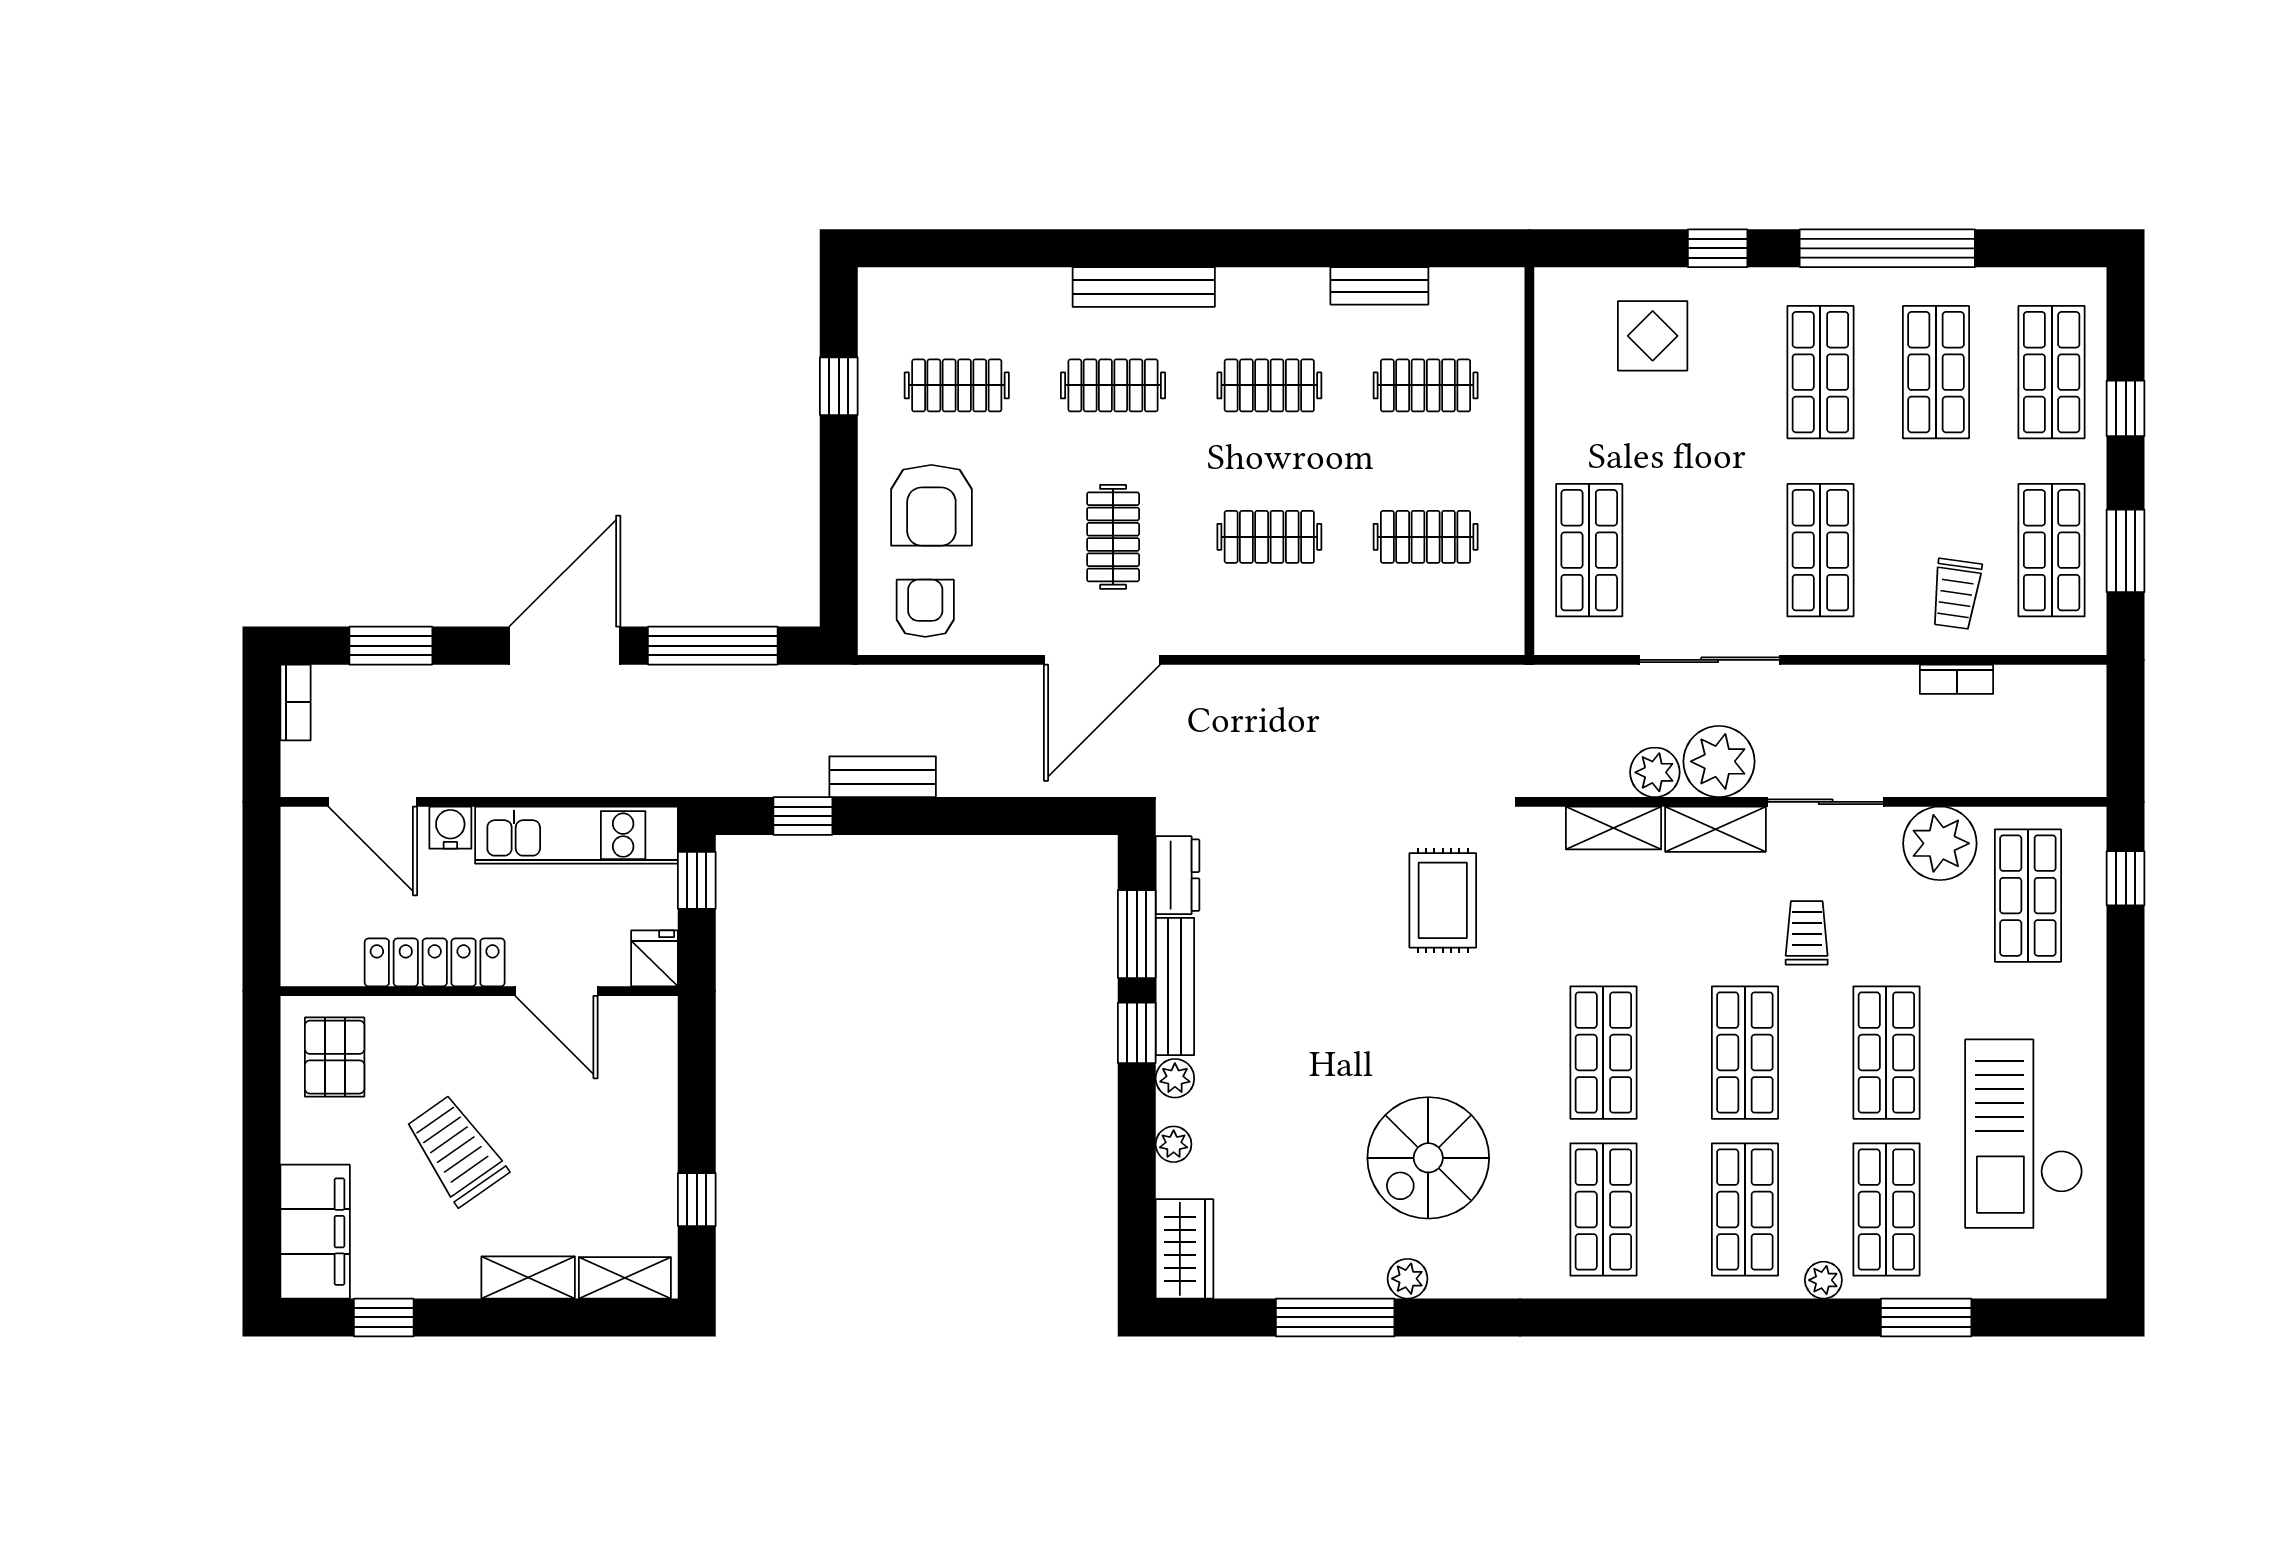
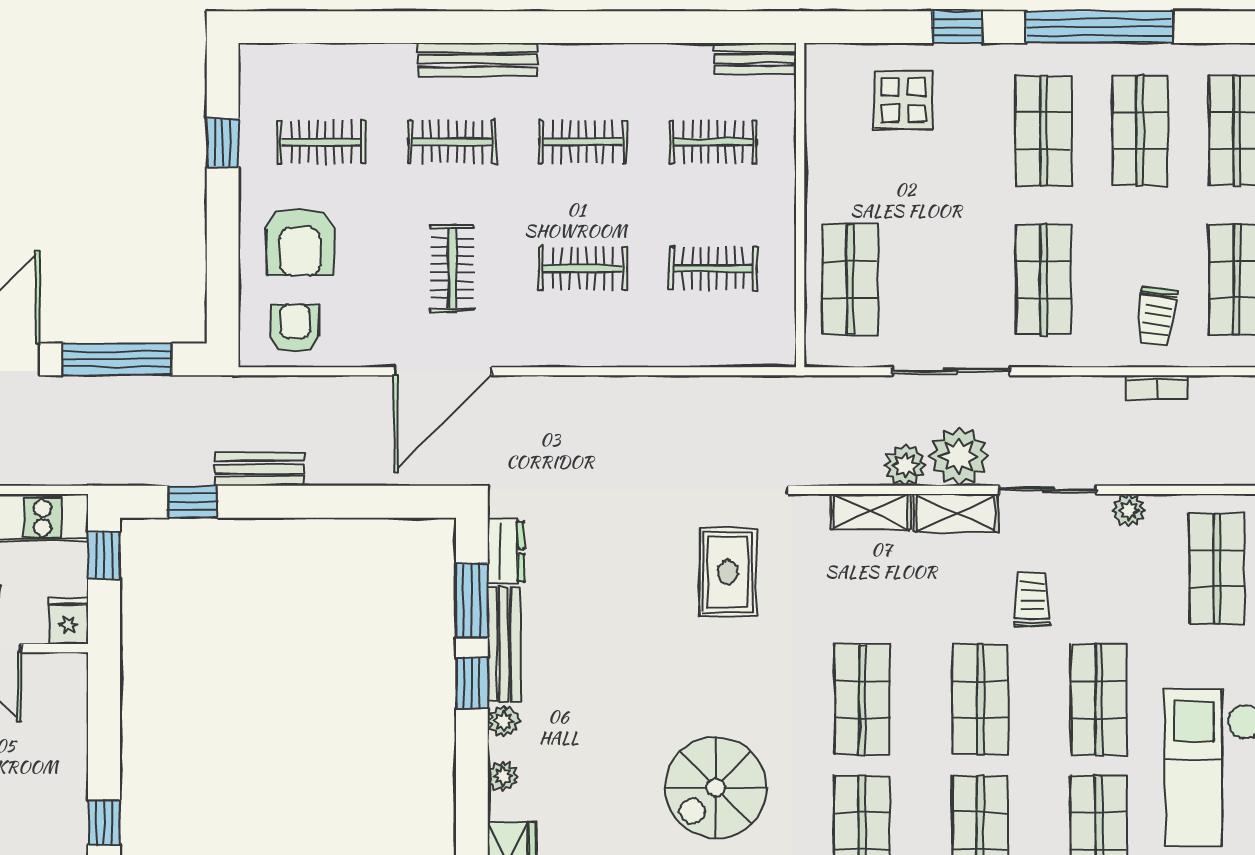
bench: (1379, 286) -> (755, 59), moved
plant: (1940, 843) -> (1129, 510), width x0.53, depth x0.53

